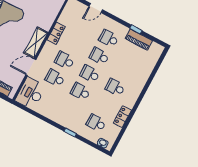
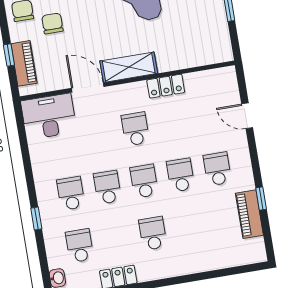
school desk: (55, 78) -> (71, 193), moved

